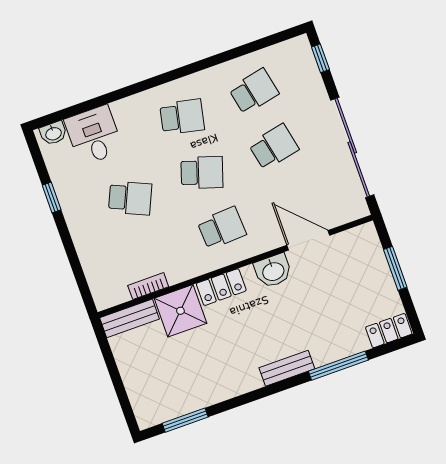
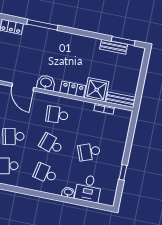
washbasin: (53, 133) -> (68, 192), moved
school desk: (130, 198) -> (89, 152), turned -45
bench: (287, 368) -> (114, 47), moved

